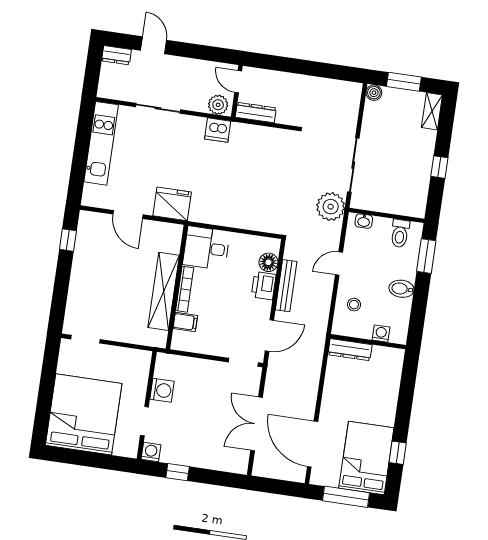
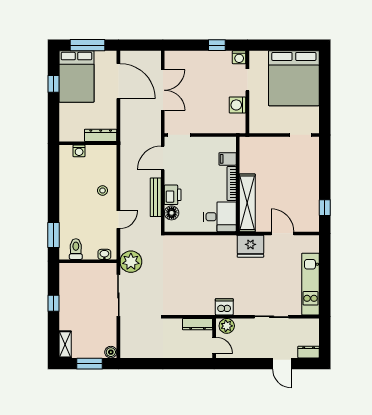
bidet: (402, 289) -> (69, 208), removed
shelving: (164, 291) -> (247, 203), moved
washing machine: (381, 334) -> (79, 151), moved
wall: (368, 342) -> (88, 143), moved
dresser: (350, 350) -> (101, 135), moved

